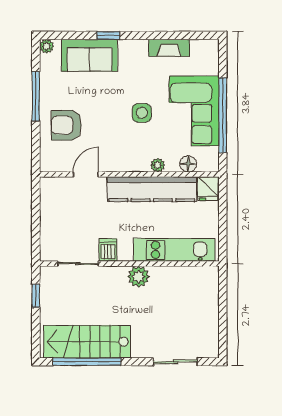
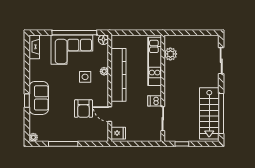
fireplace: (169, 48) -> (34, 47), moved
sofa: (90, 55) -> (39, 98), moved
side table: (142, 113) -> (85, 77), moved
armchair: (66, 125) -> (83, 109), moved
floor lamp: (188, 164) -> (103, 40), moved
fridge: (208, 189) -> (118, 133), moved
plant: (139, 277) -> (170, 54), moved

